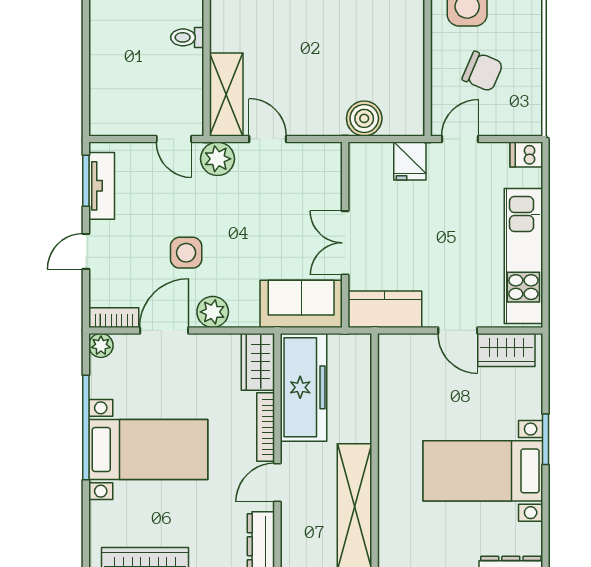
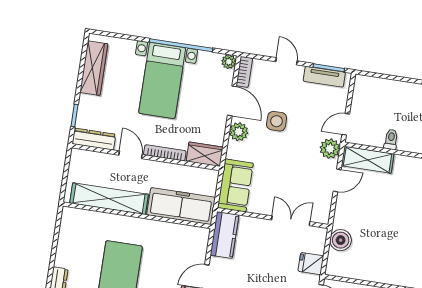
toilet: (187, 37) -> (391, 139), moved
double door: (345, 243) -> (291, 221), moved
freezer: (303, 387) -> (181, 206), moved, turned 180

